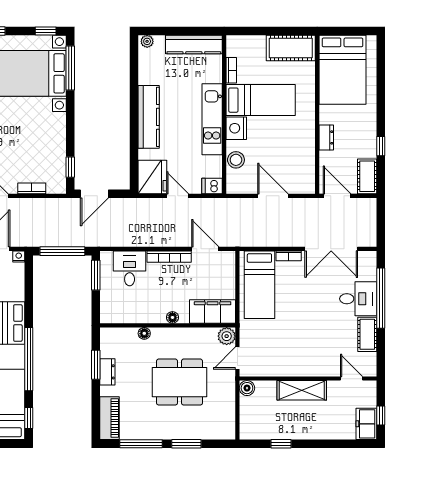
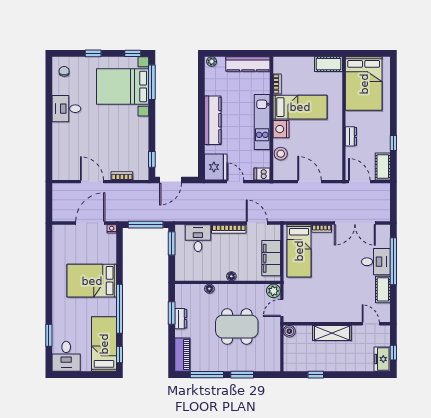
cot: (291, 48) -> (329, 64), width x0.73, depth x0.75
filing cabinet: (213, 312) -> (271, 258), moved, turned -90

